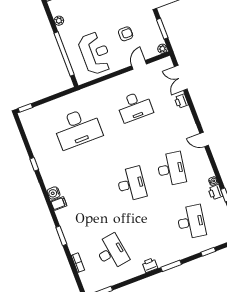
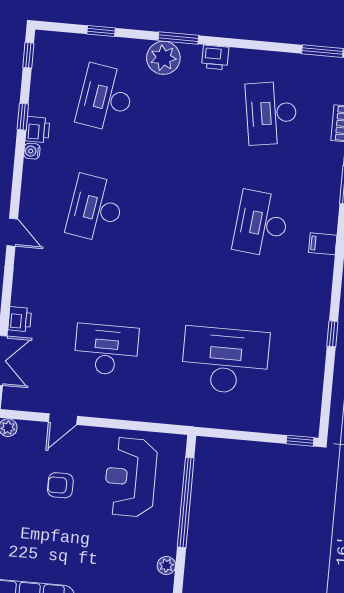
desk: (131, 184) -> (261, 224), moved
water cooler: (54, 193) -> (323, 267), removed
plant: (174, 253) -> (163, 58), added

